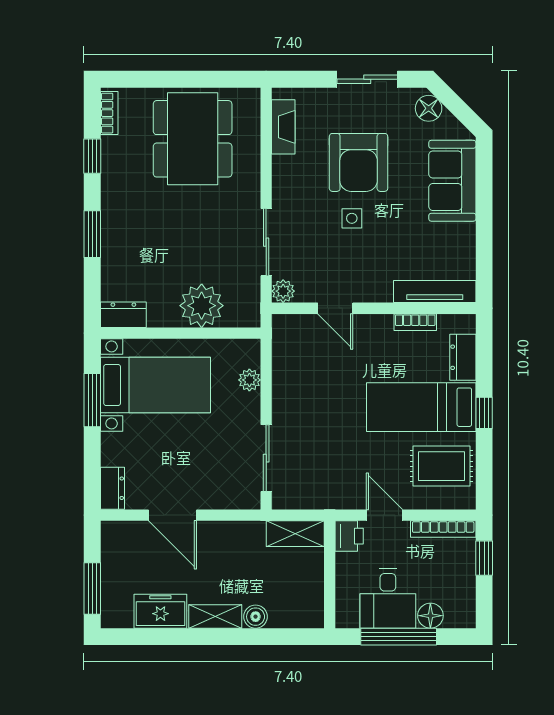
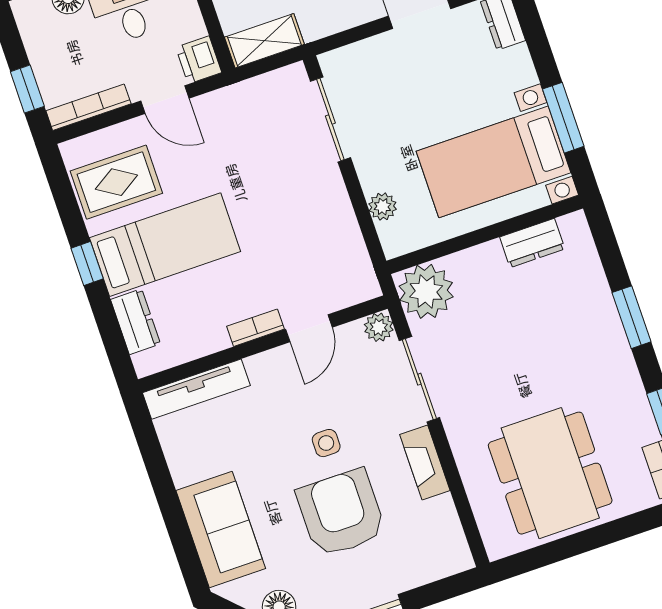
fireplace: (283, 127) -> (425, 463), moved
plant: (202, 306) -> (426, 291), moved
door: (335, 308) -> (309, 328), swing flipped
dresser: (123, 315) -> (532, 243), moved
bookcase: (415, 322) -> (255, 328), moved

